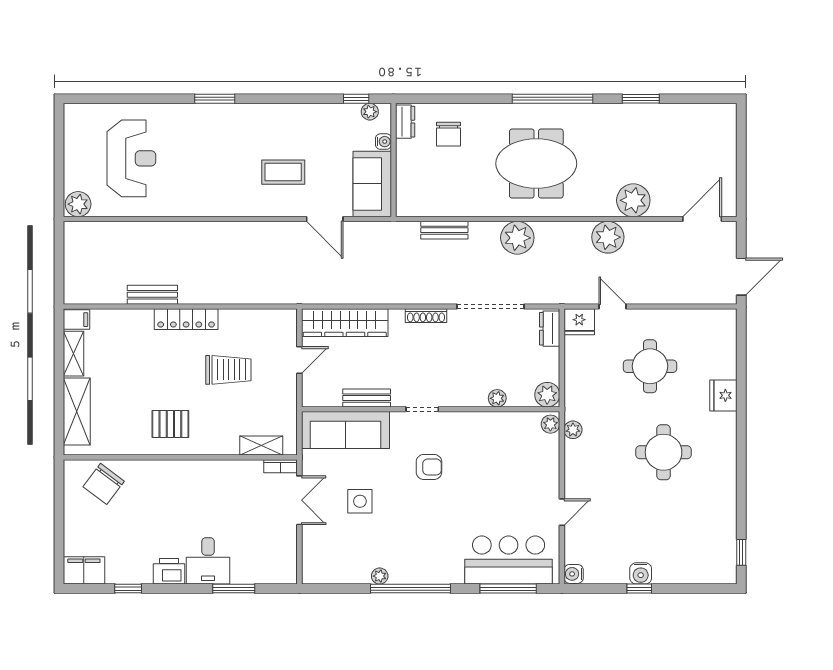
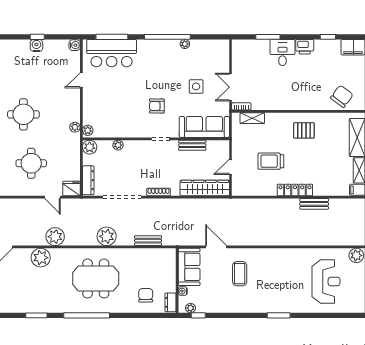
reception desk: (131, 158) -> (326, 281), turned 180
coffee table: (283, 172) -> (240, 274), turned 90
dresser: (550, 329) -> (88, 180), width x1.44

